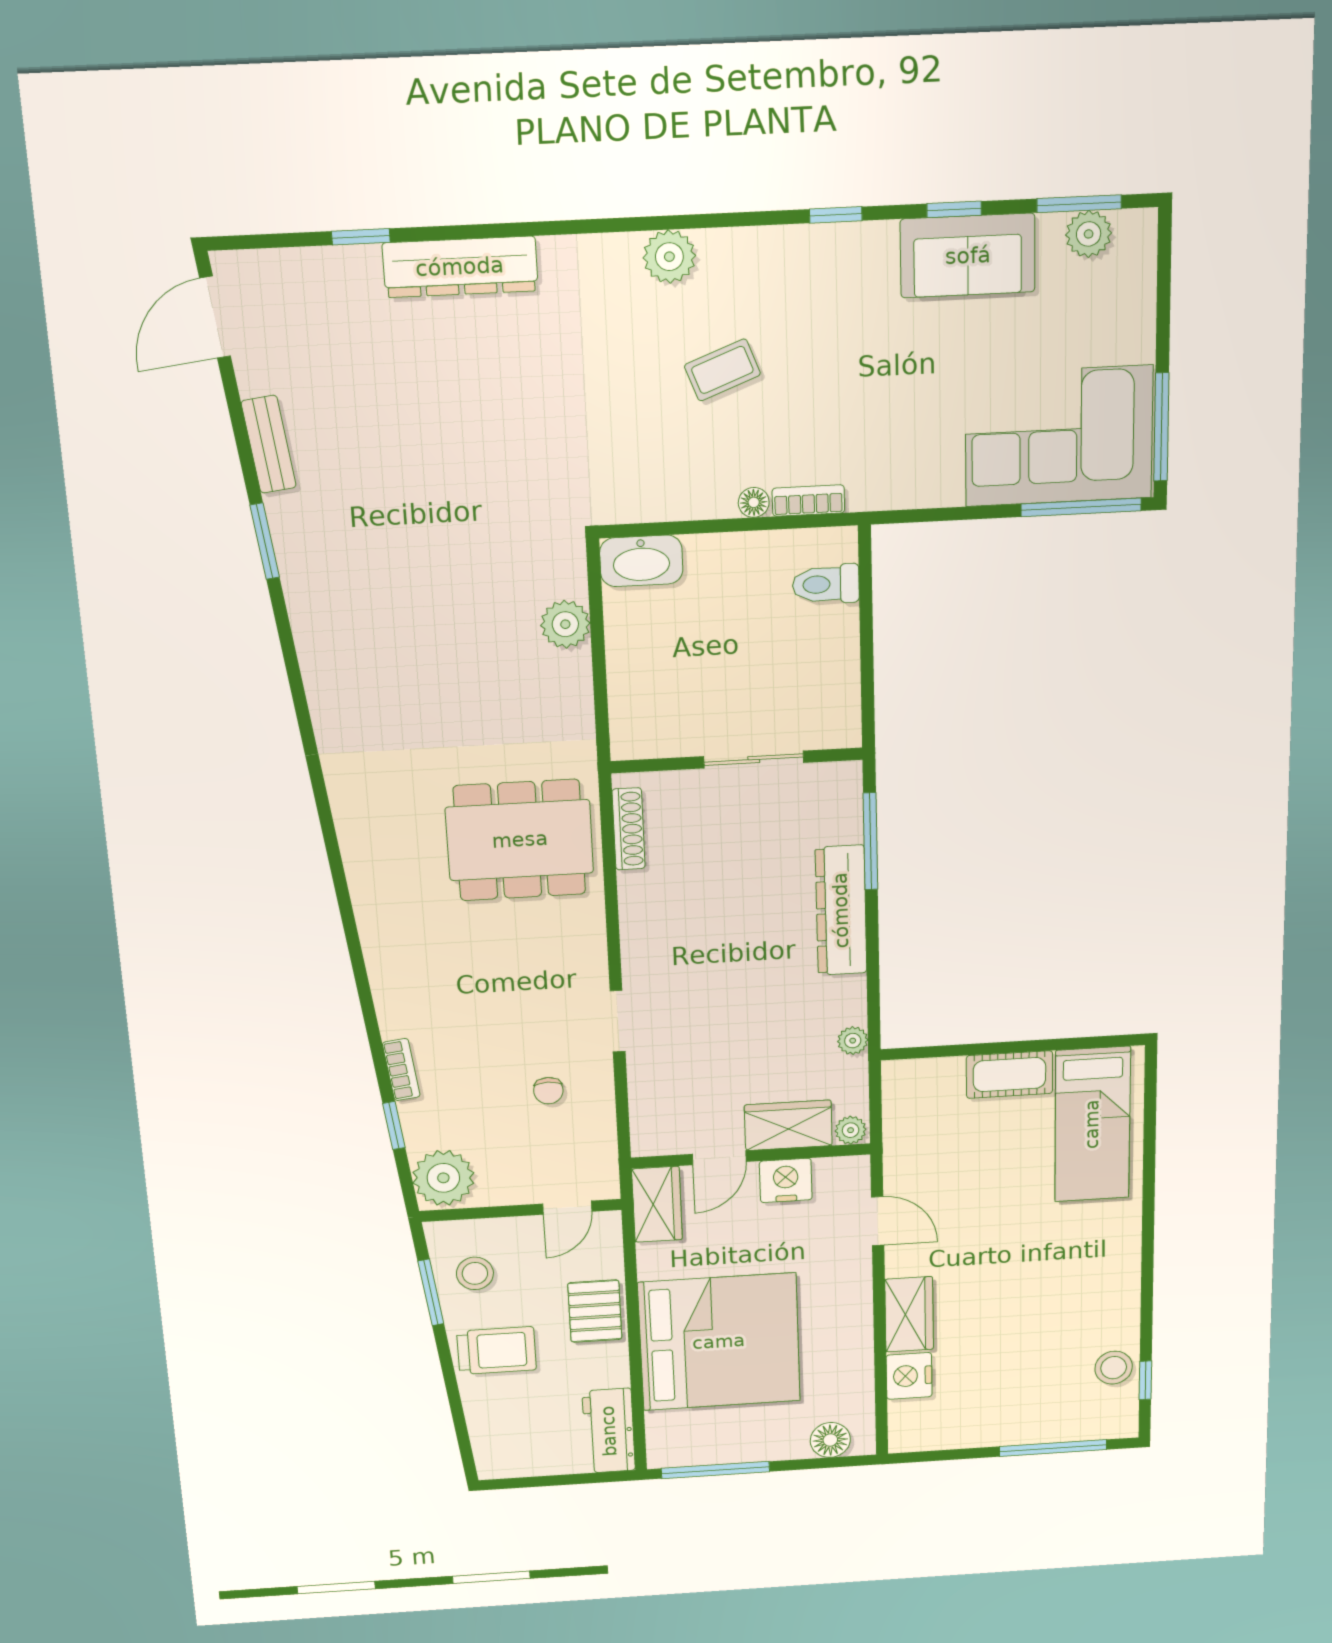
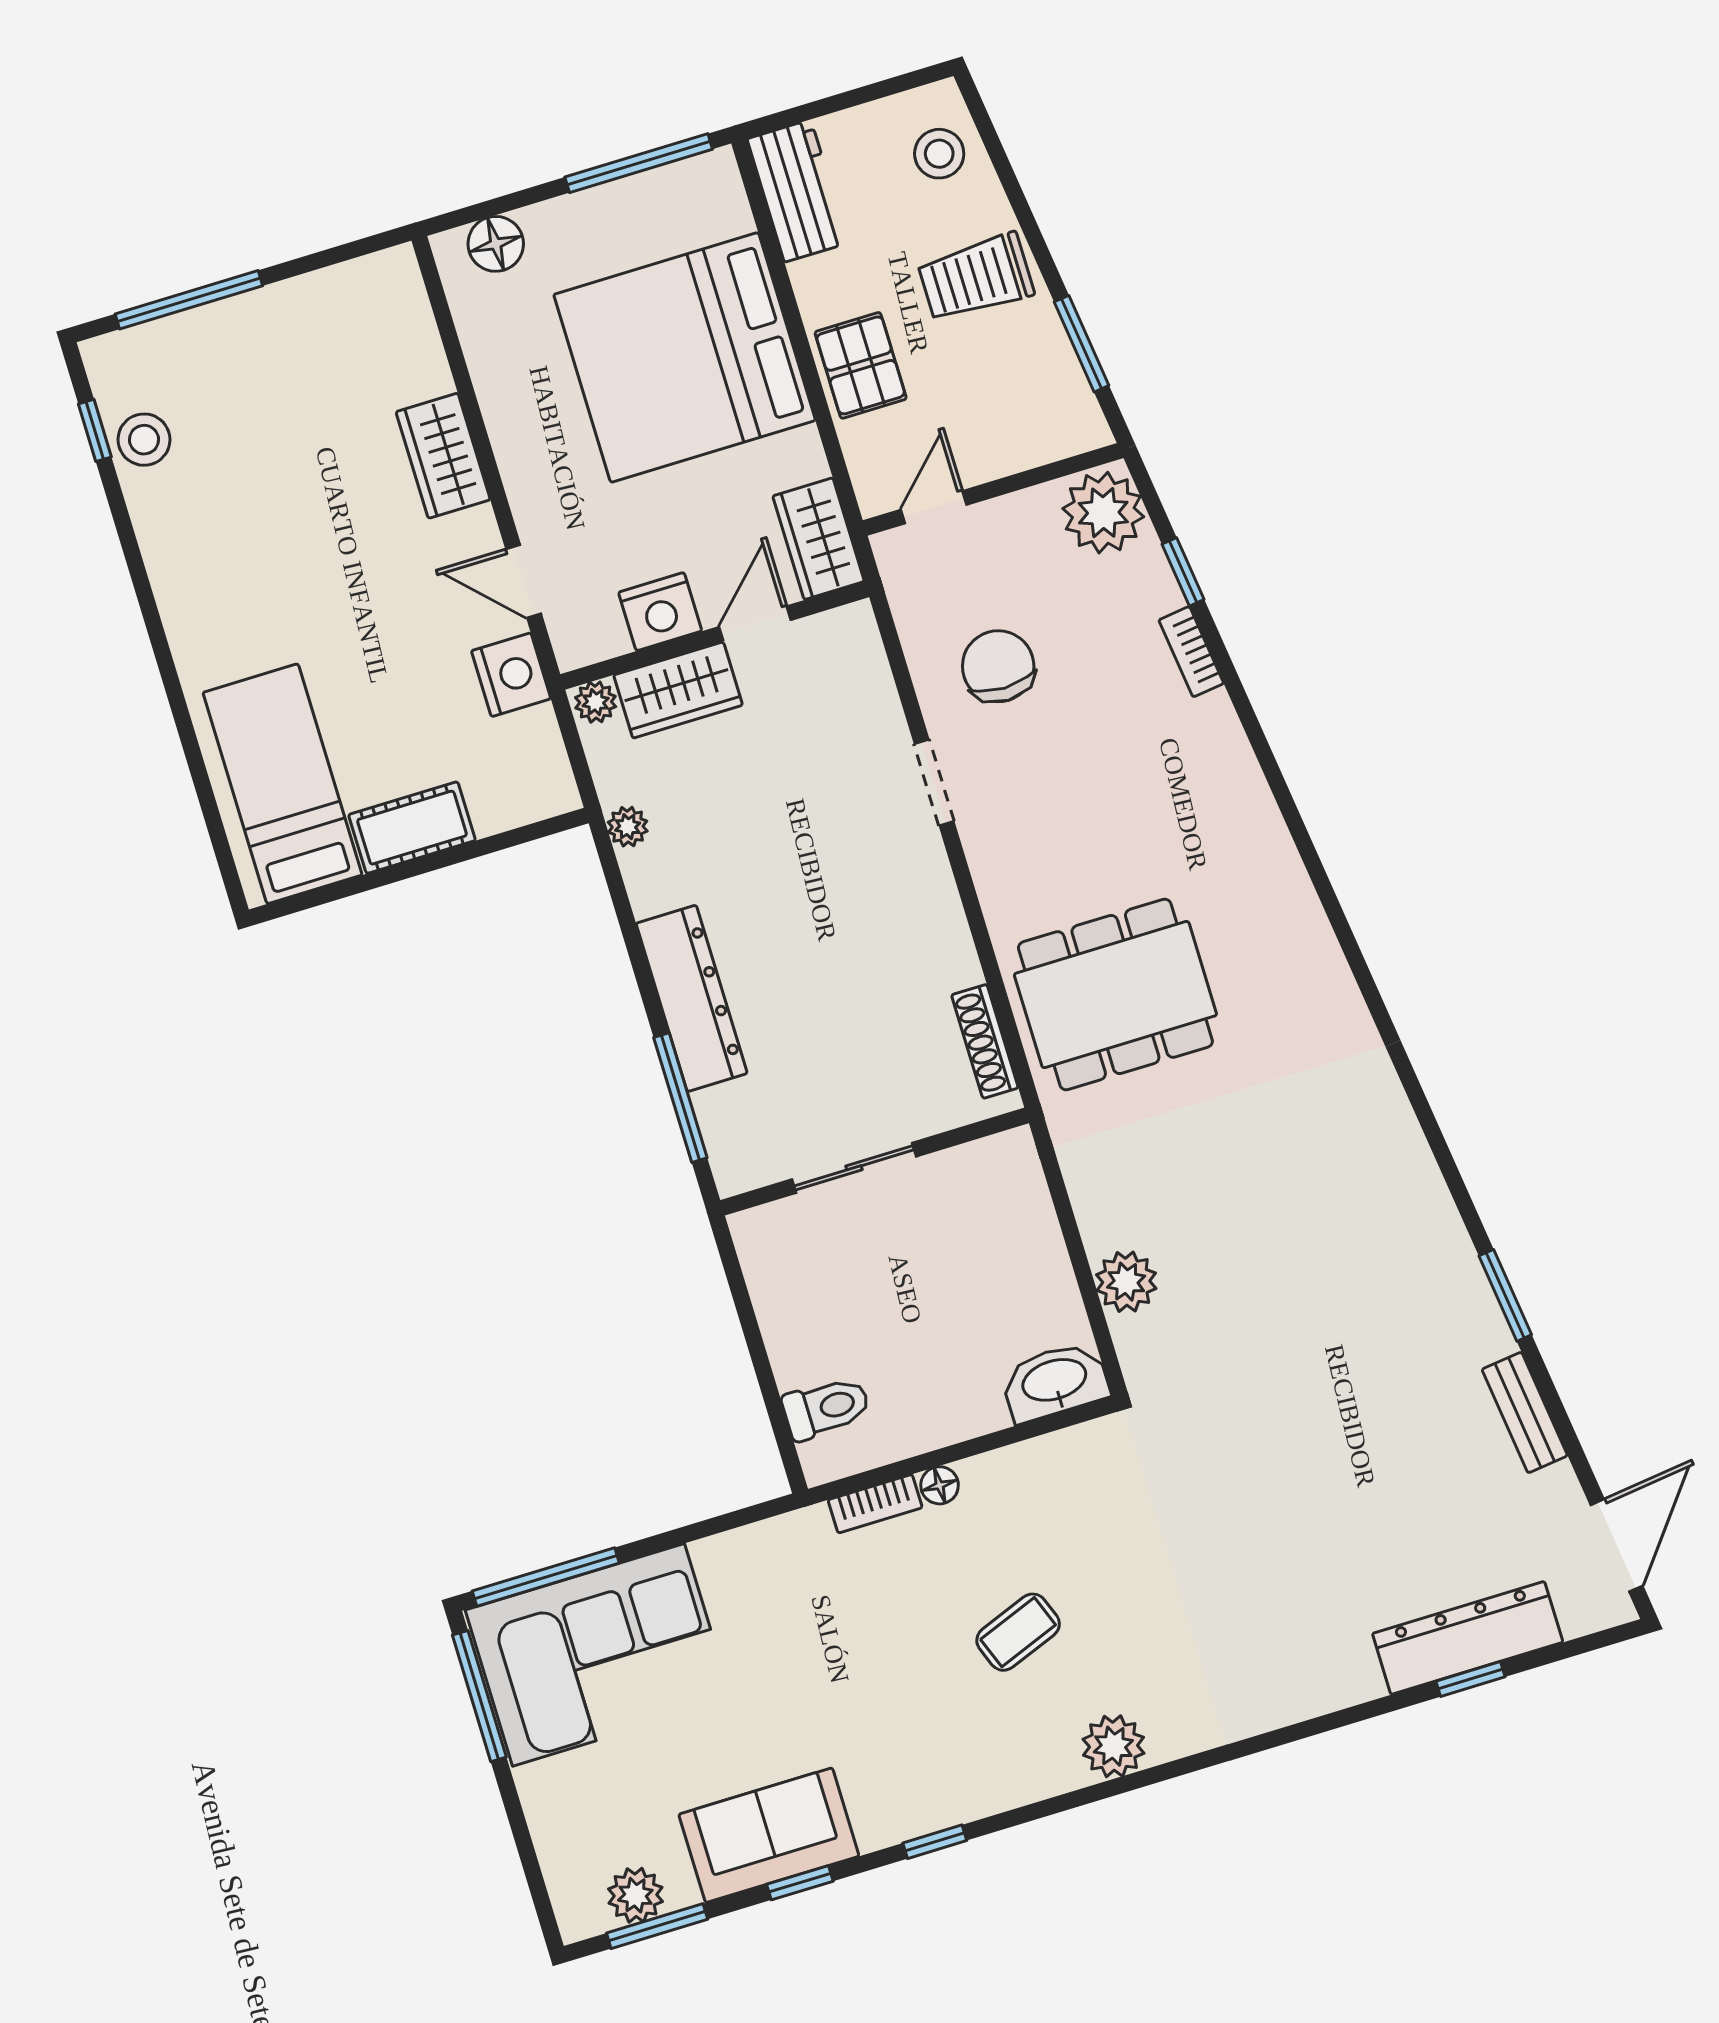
dresser: (460, 267) -> (1468, 1638), moved
chair: (548, 1091) -> (998, 666), width x1.87, depth x1.87
stool: (475, 1273) -> (939, 154), moved
nightstand: (909, 1376) -> (511, 675), moved

